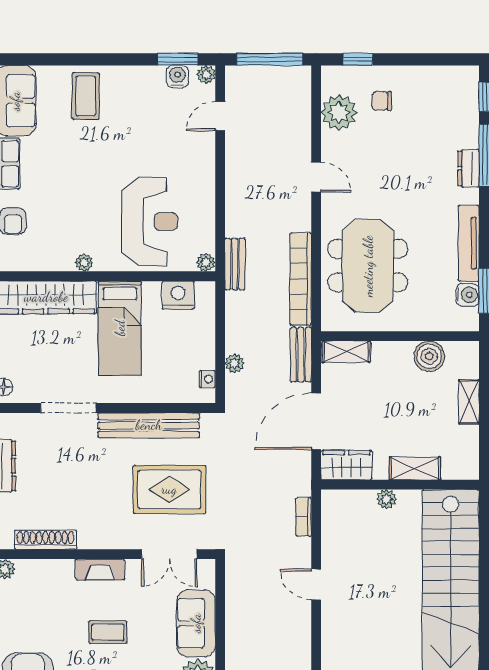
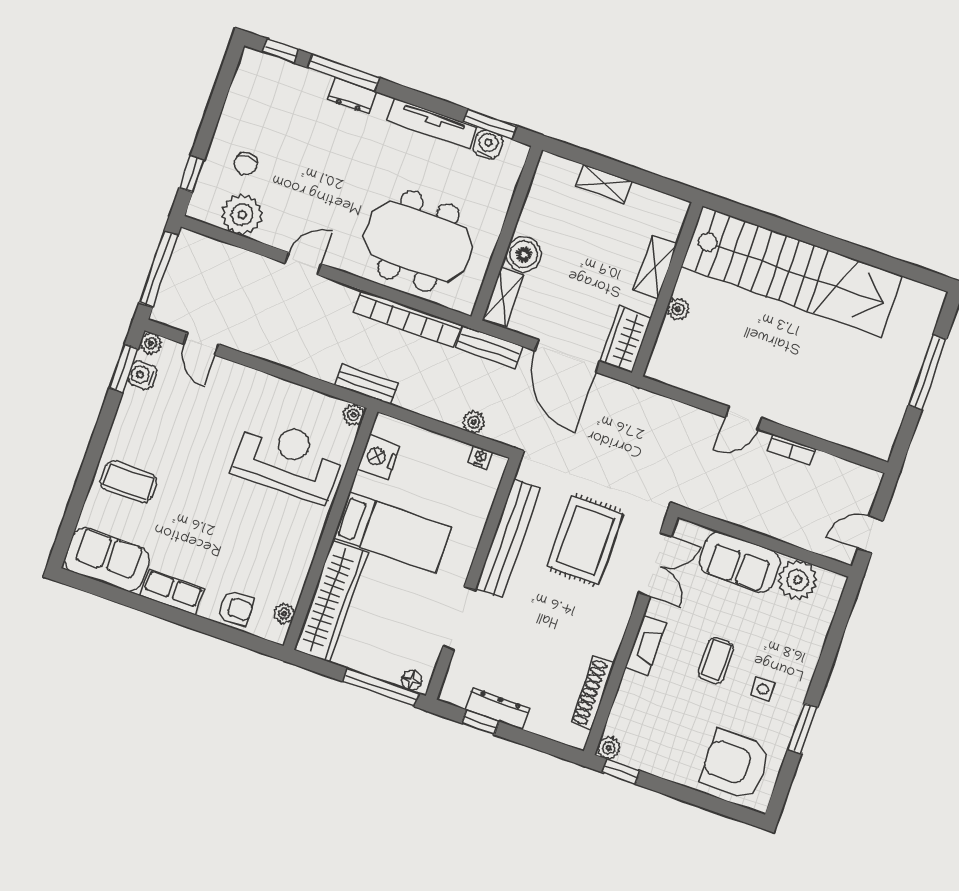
plant: (84, 262) -> (284, 614), moved
boiler: (429, 356) -> (524, 254), moved
bookcase: (303, 517) -> (791, 450), moved

